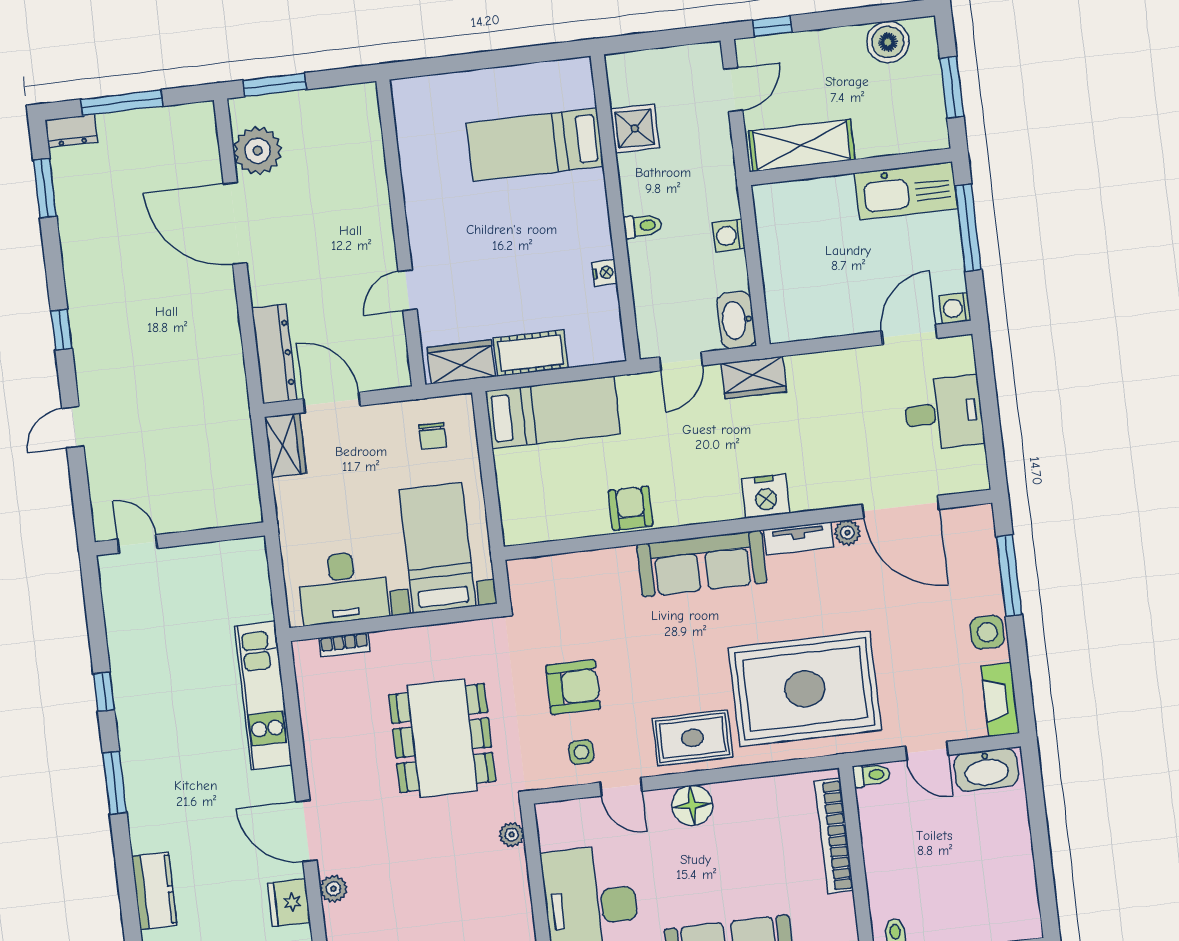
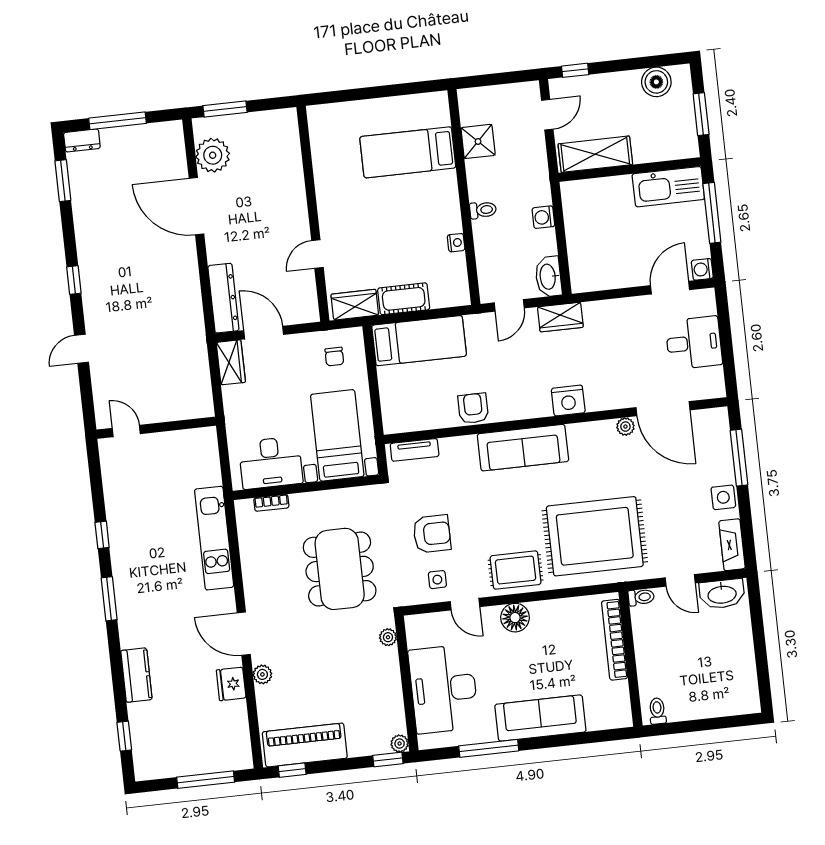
tv unit: (799, 538) -> (415, 450), moved

